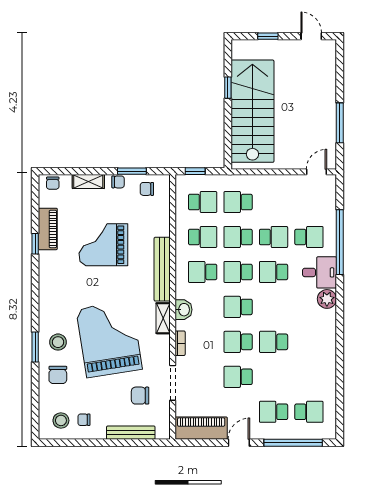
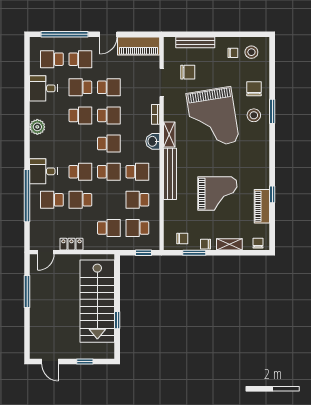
locker: (285, 182) -> (71, 244), added
school desk: (238, 237) -> (80, 87), moved, turned 180
plant: (327, 299) -> (37, 127), moved
desk: (319, 376) -> (43, 88), added

